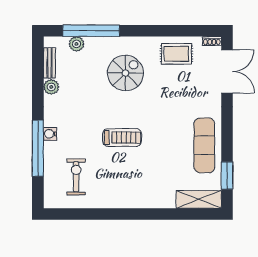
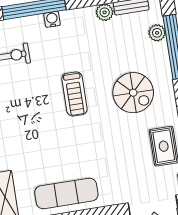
treadmill: (122, 138) -> (75, 94), moved

